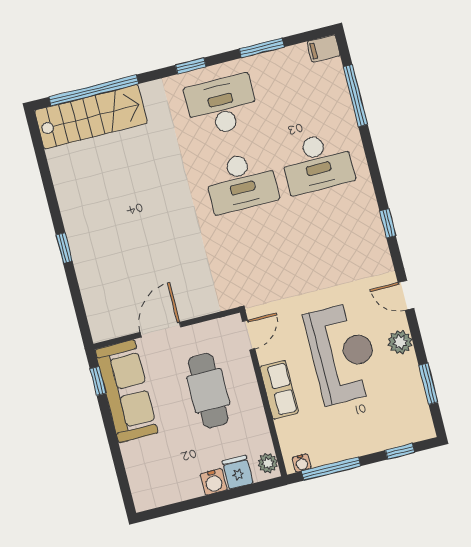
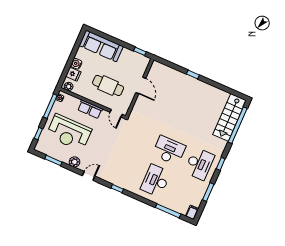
desk: (241, 182) -> (169, 150), turned 90
reception desk: (343, 353) -> (69, 133), moved
sofa: (127, 391) -> (101, 46), moved

